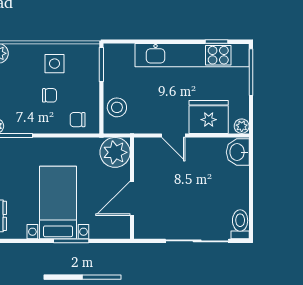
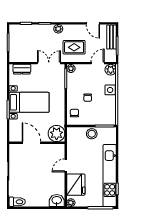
side table: (55, 64) -> (110, 90), moved
stool: (117, 107) -> (92, 134), moved

